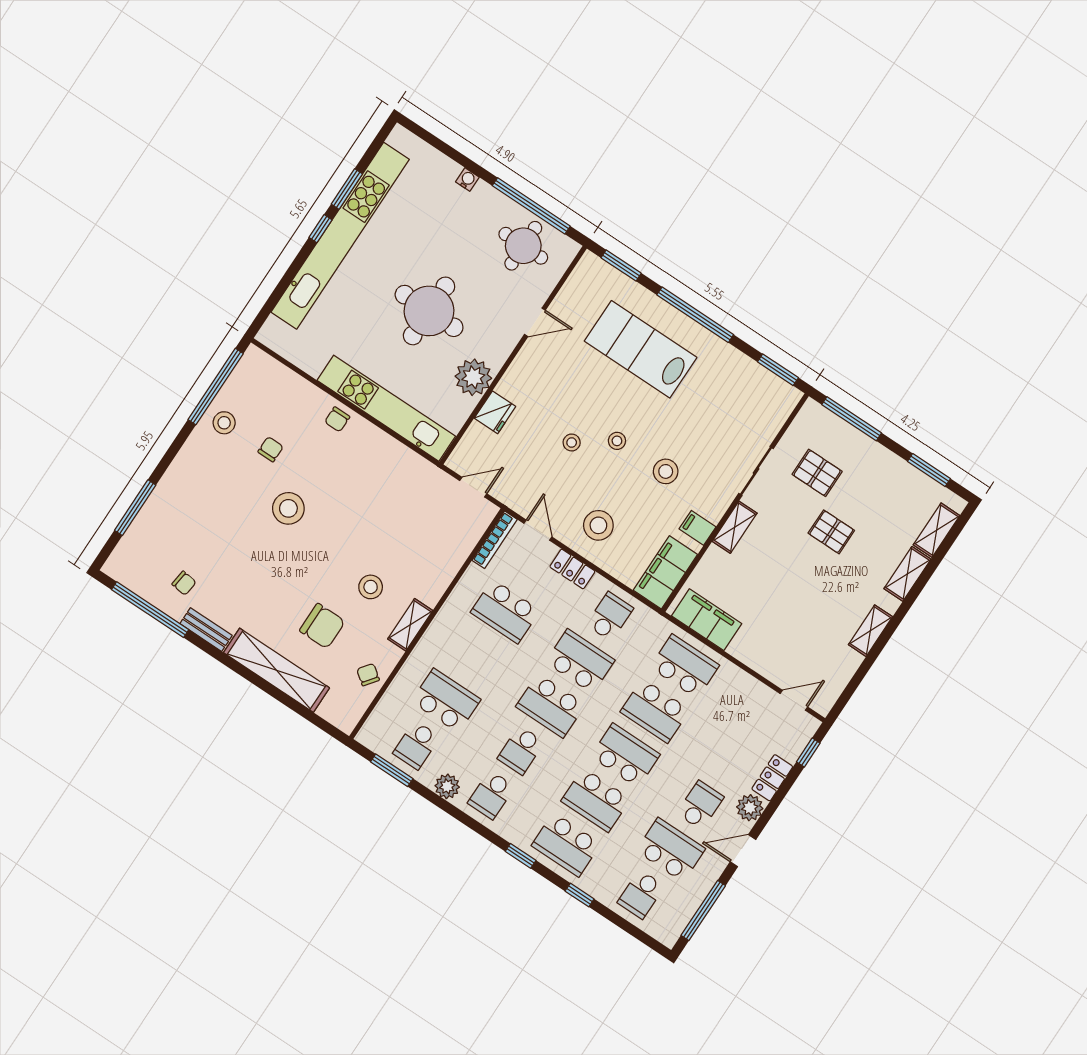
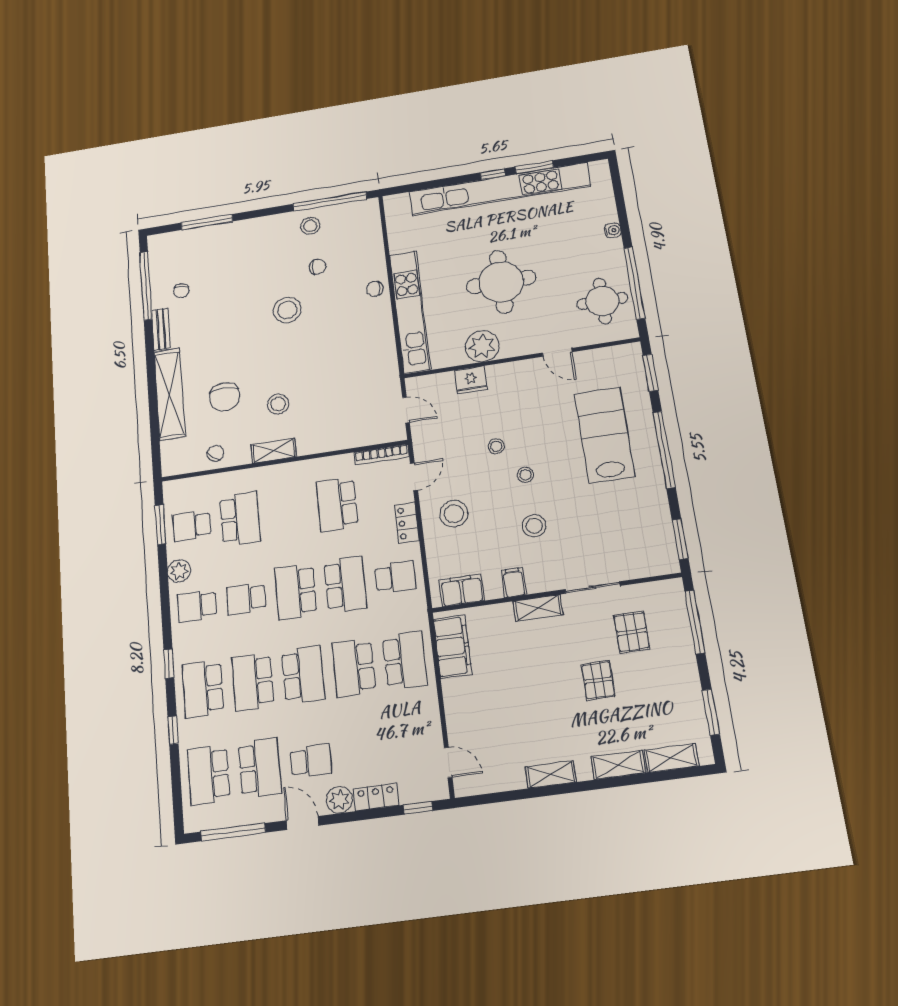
filing cabinet: (665, 572) -> (462, 590), width x0.67, depth x0.86
school desk: (641, 894) -> (209, 775), width x1.85

